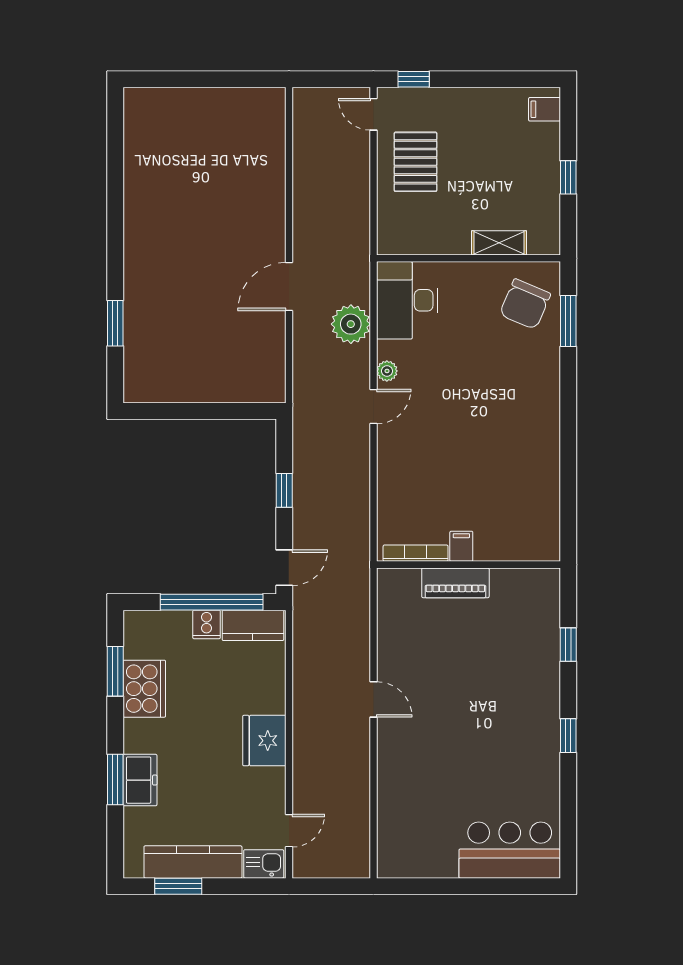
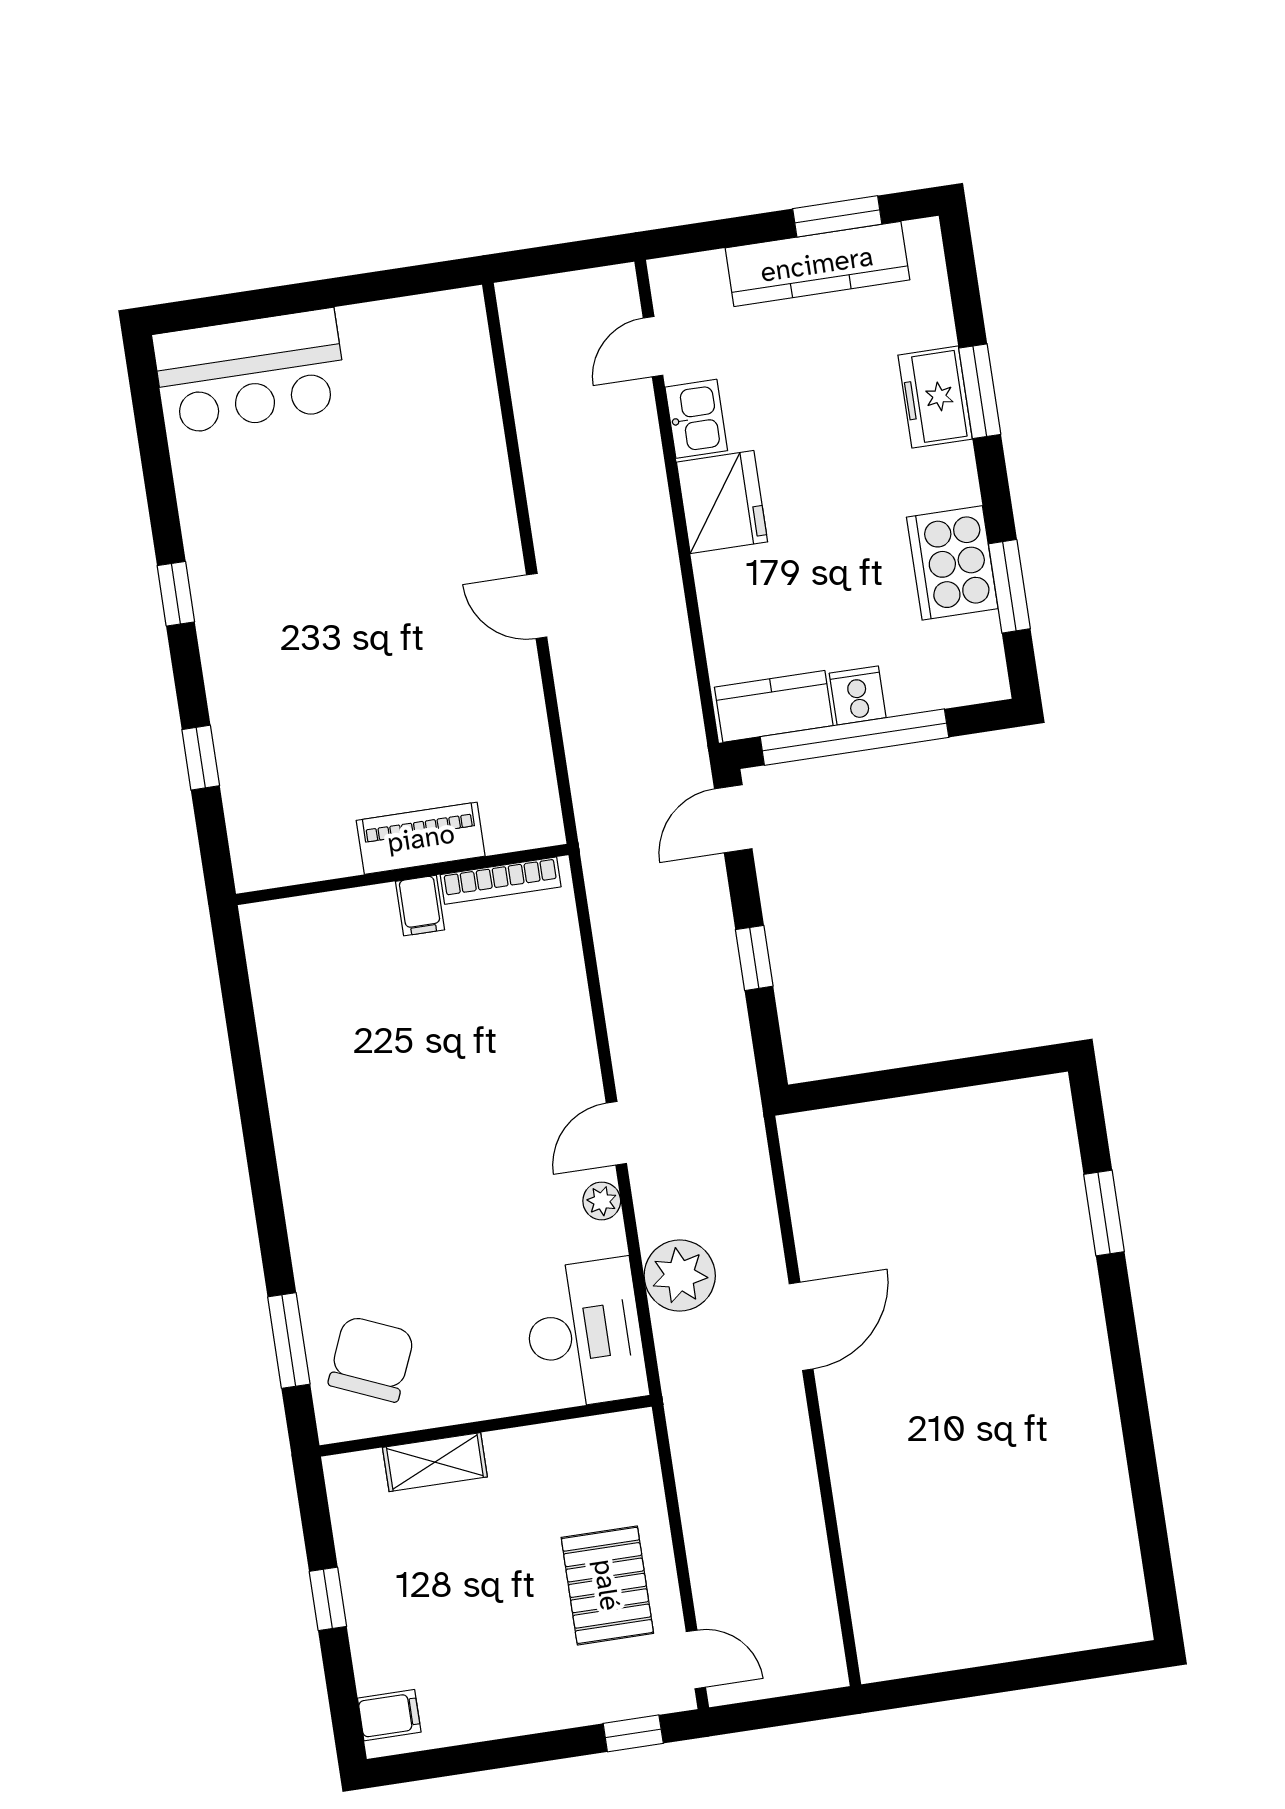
kitchen sink: (264, 864) -> (696, 419), moved, turned -90

